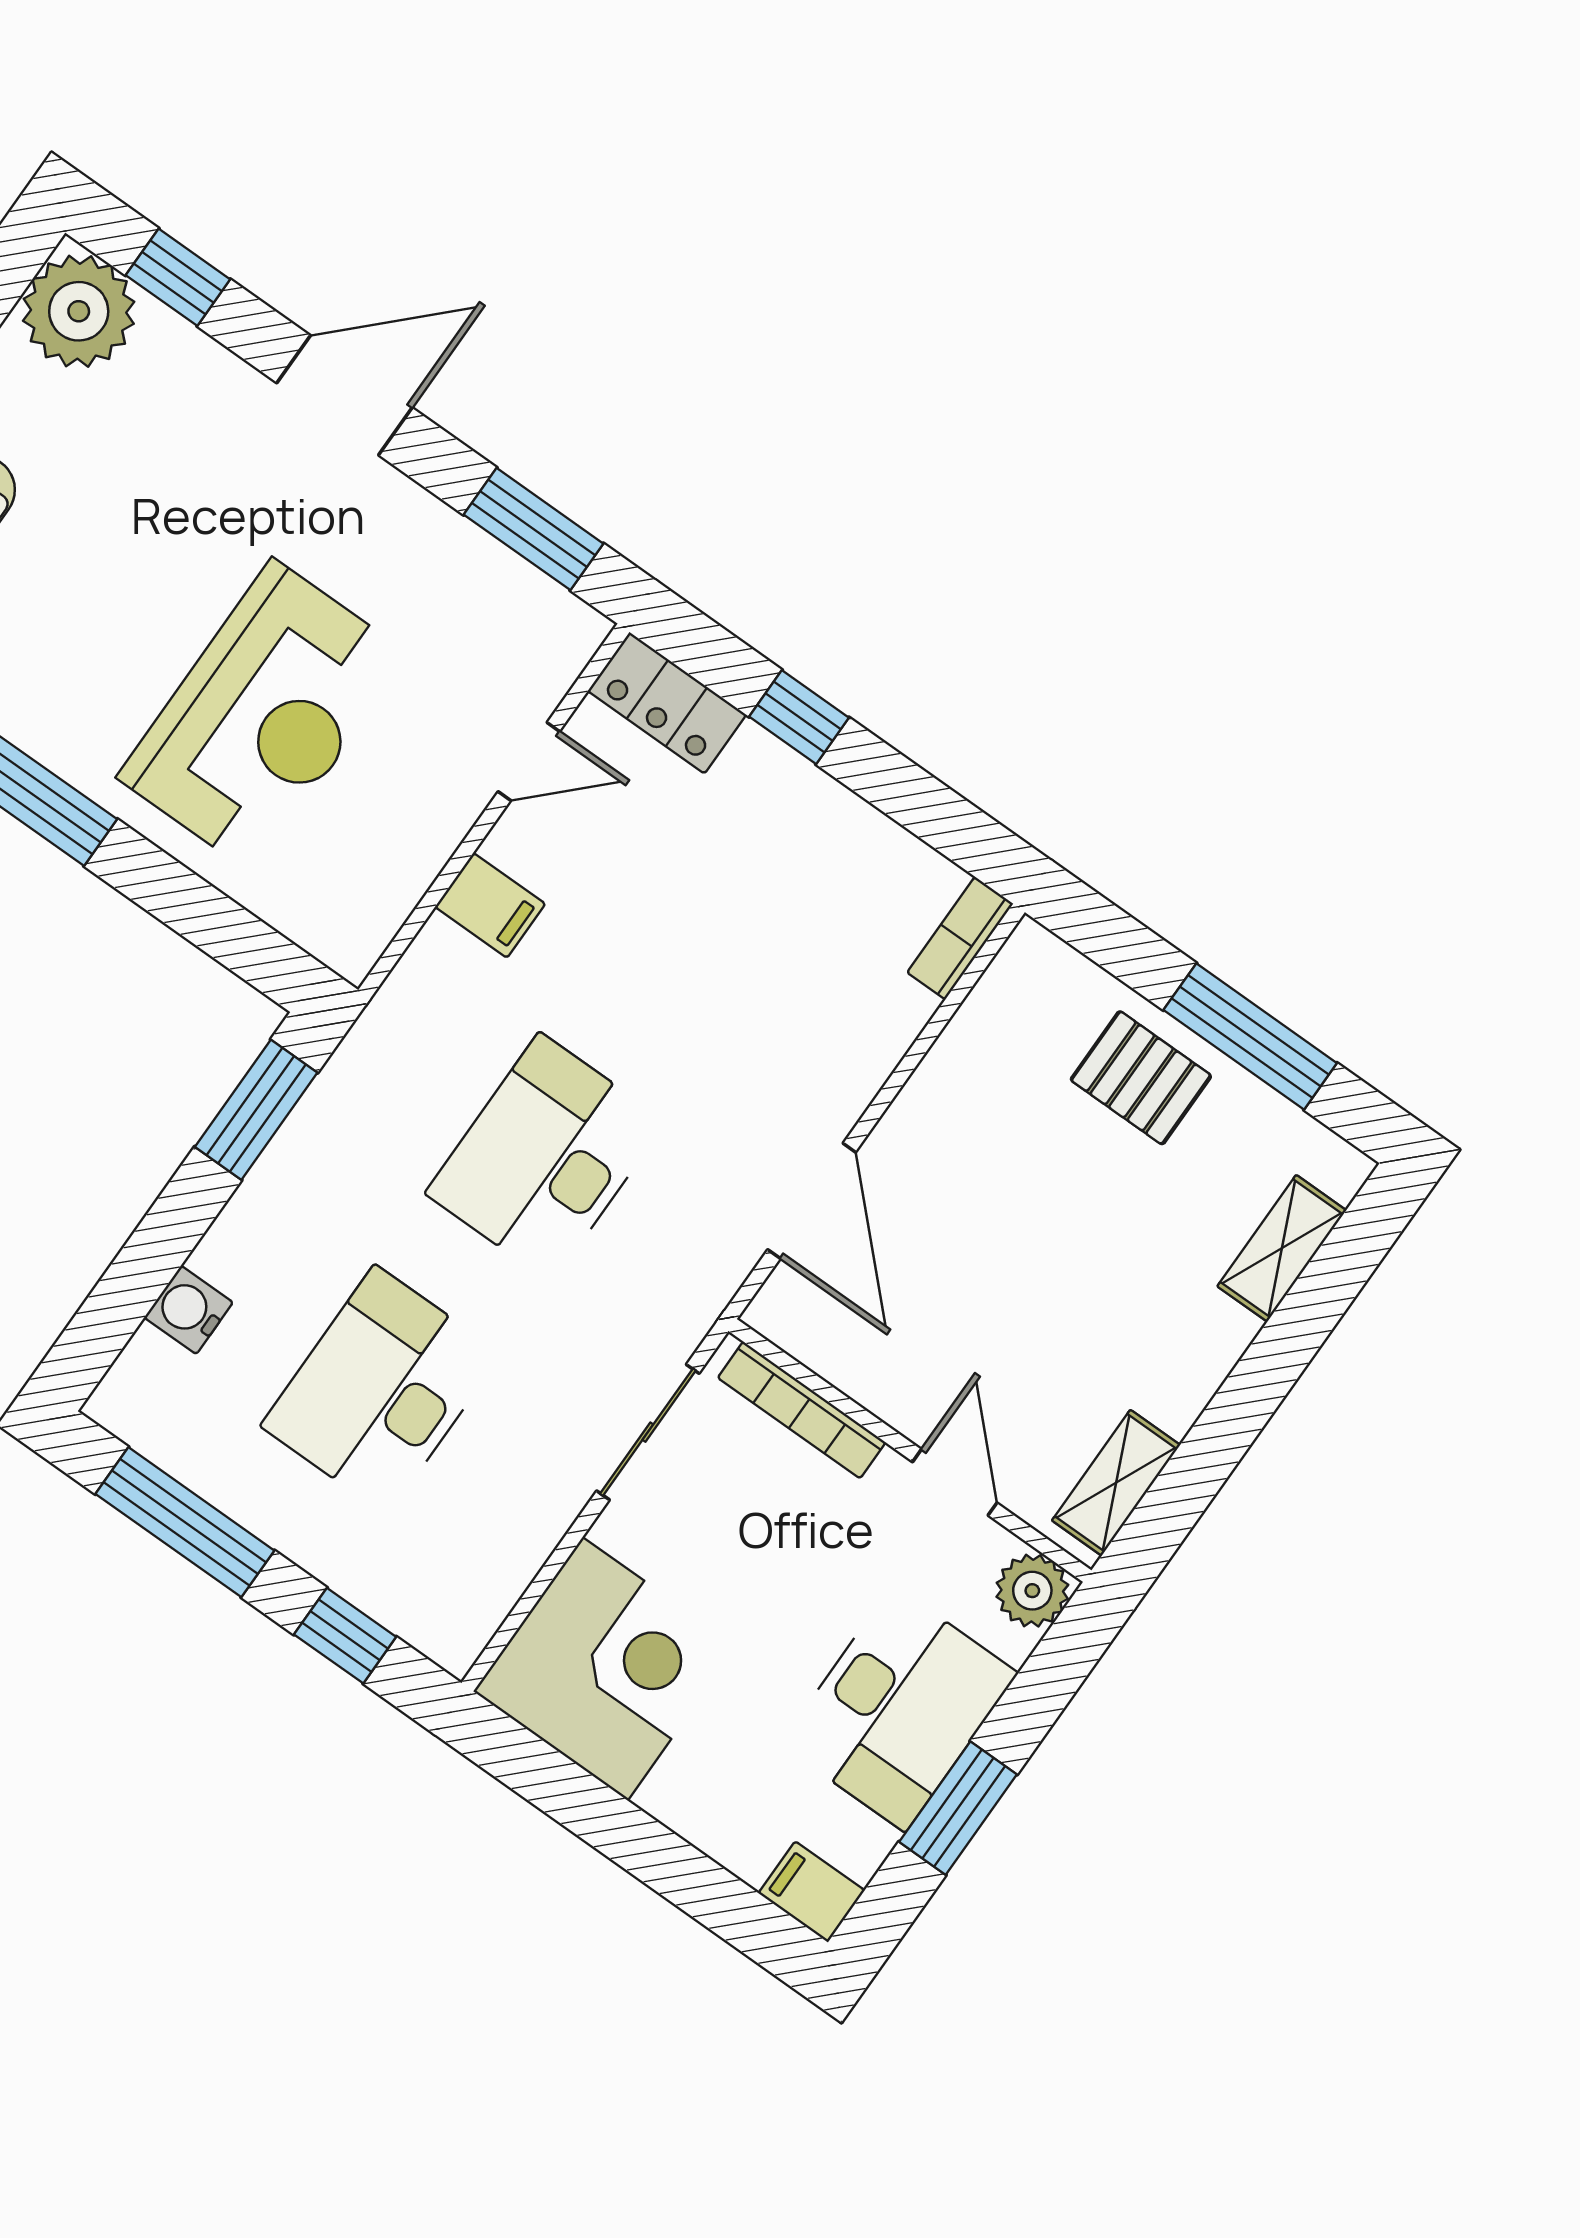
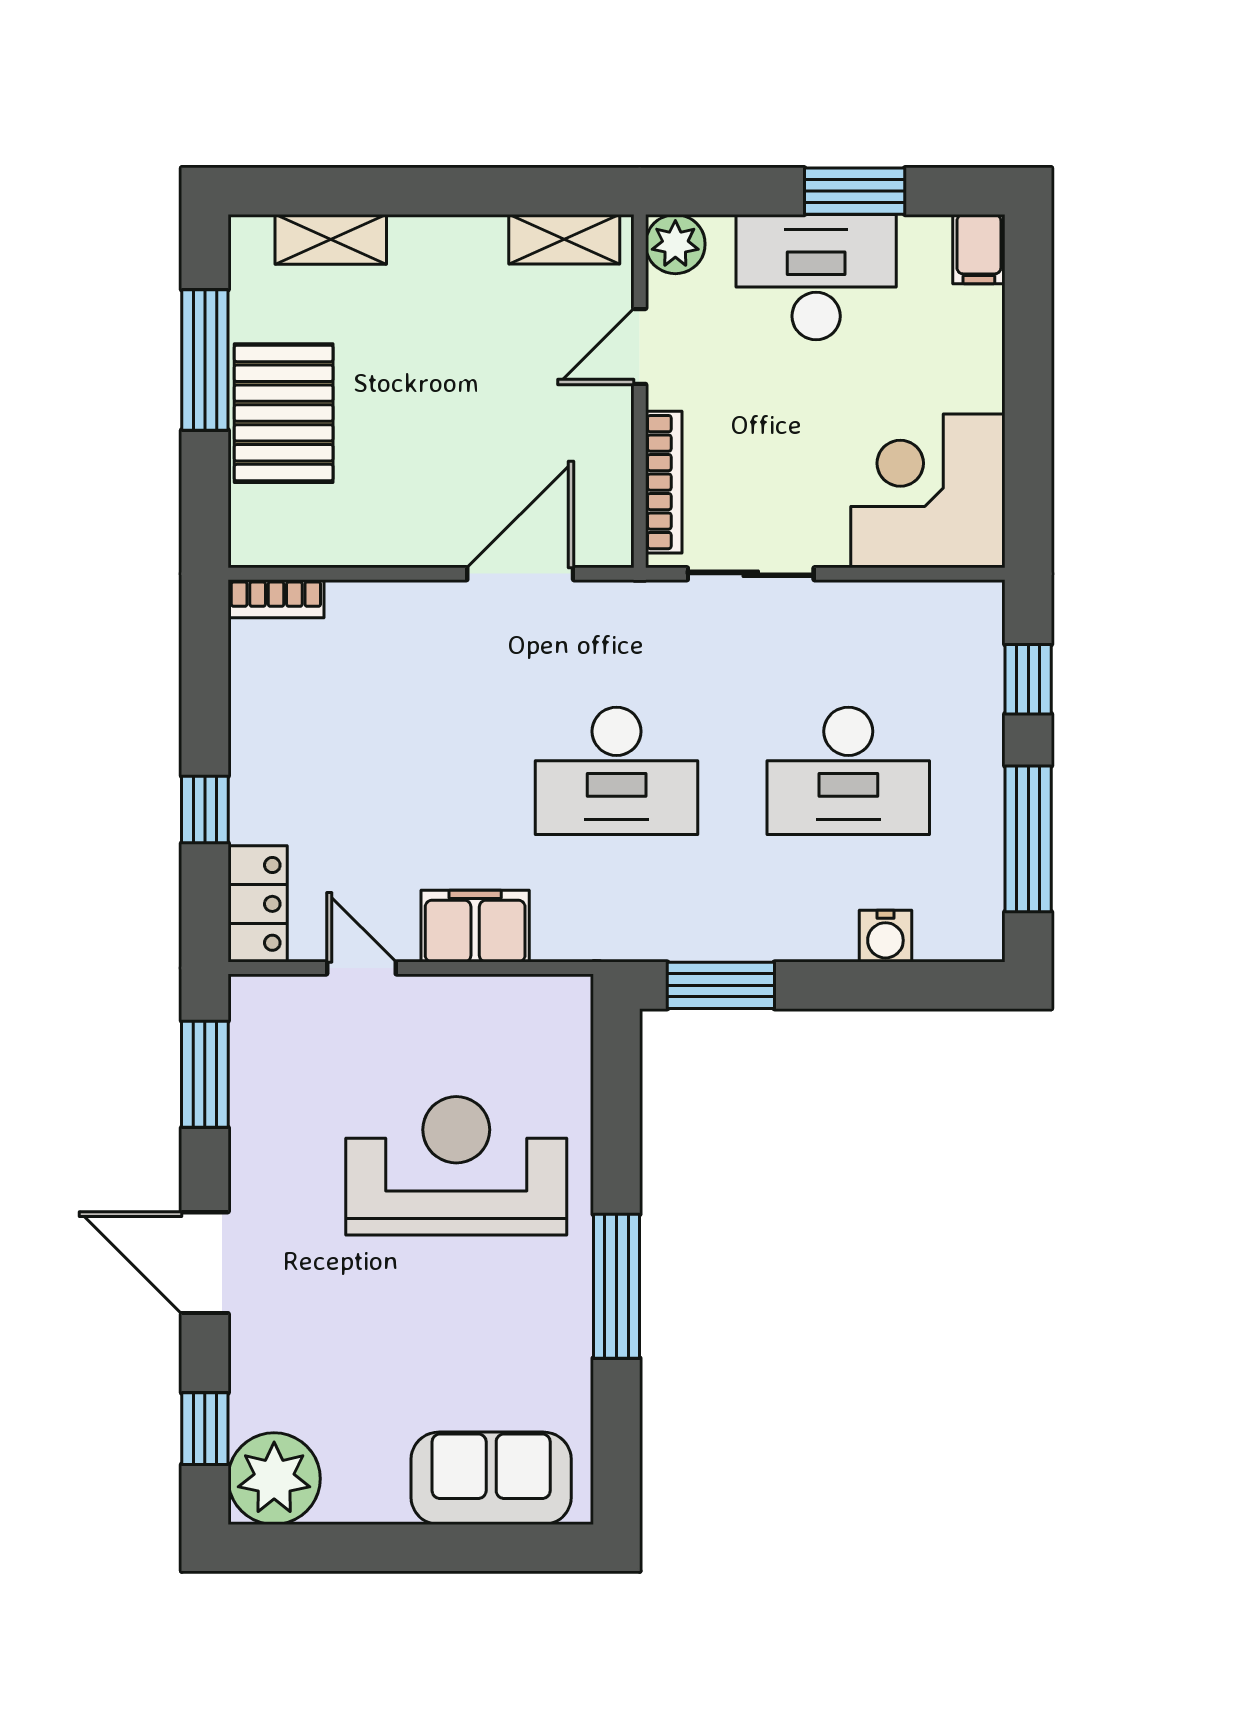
filing cabinet: (490, 905) -> (475, 926), width x2.00
pallet: (1141, 1078) -> (284, 413), width x1.50, depth x1.42

